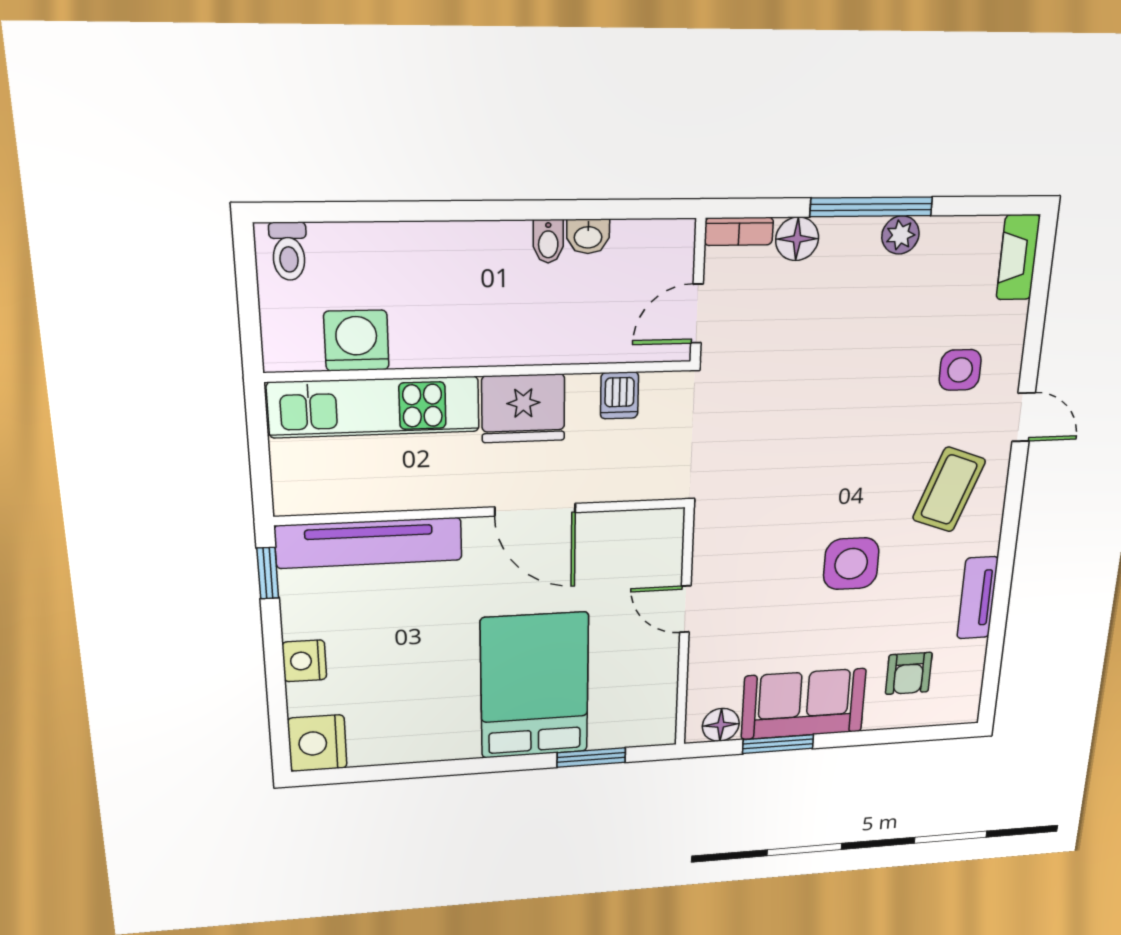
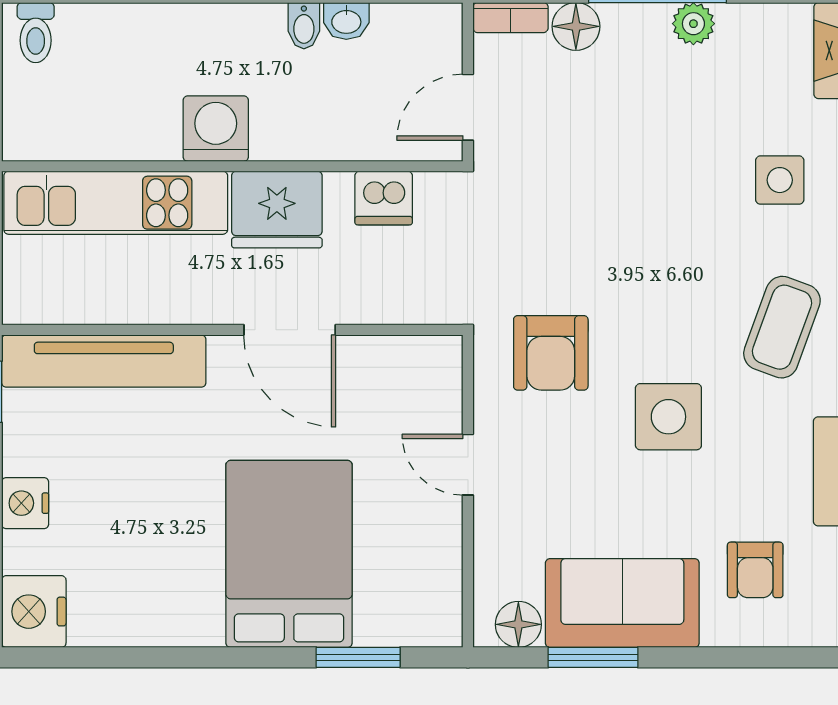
washing machine: (356, 341) -> (216, 129), moved
dishwasher: (619, 395) -> (384, 198), width x1.38
armchair: (758, 518) -> (551, 353), added

